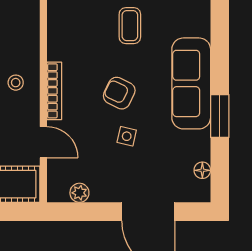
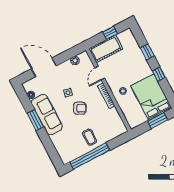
sofa: (191, 83) -> (47, 115), moved
door: (43, 142) -> (100, 73), hinge flipped

